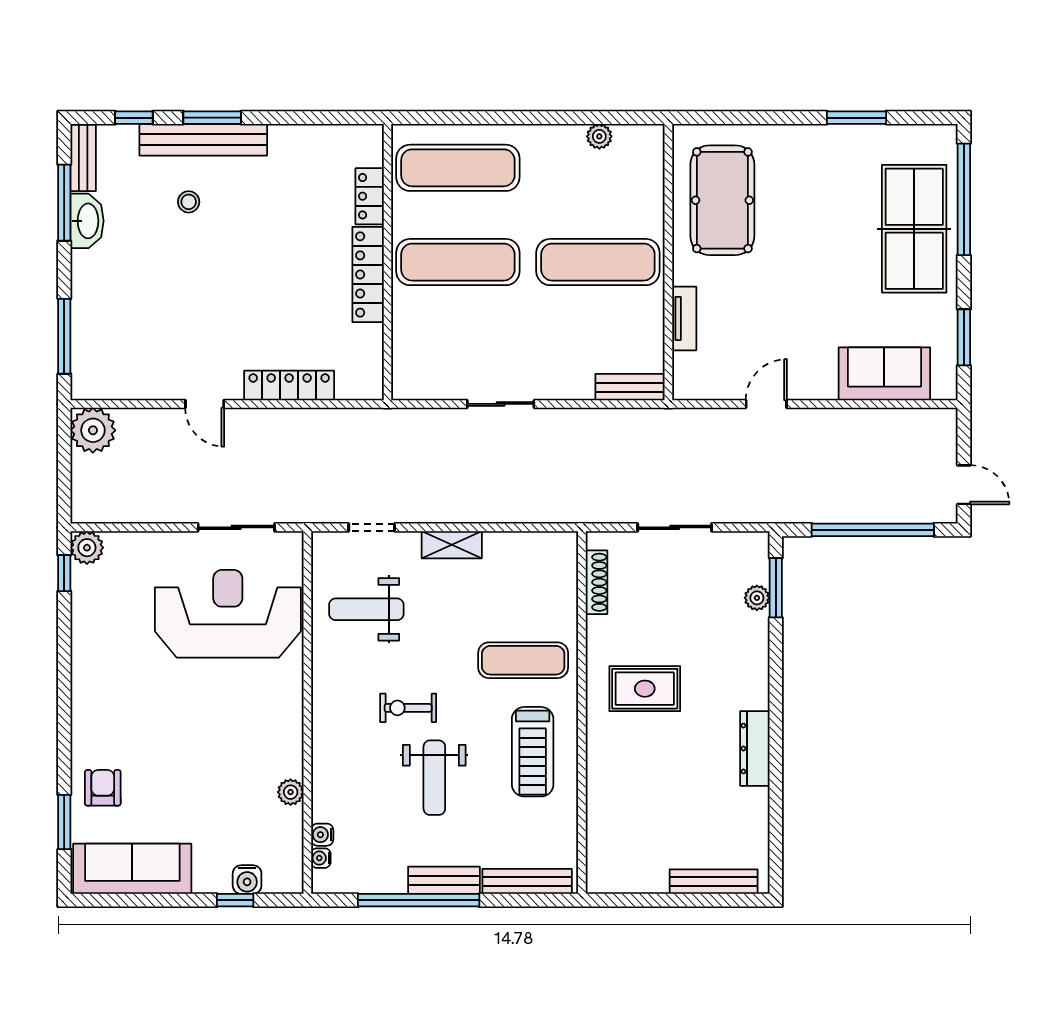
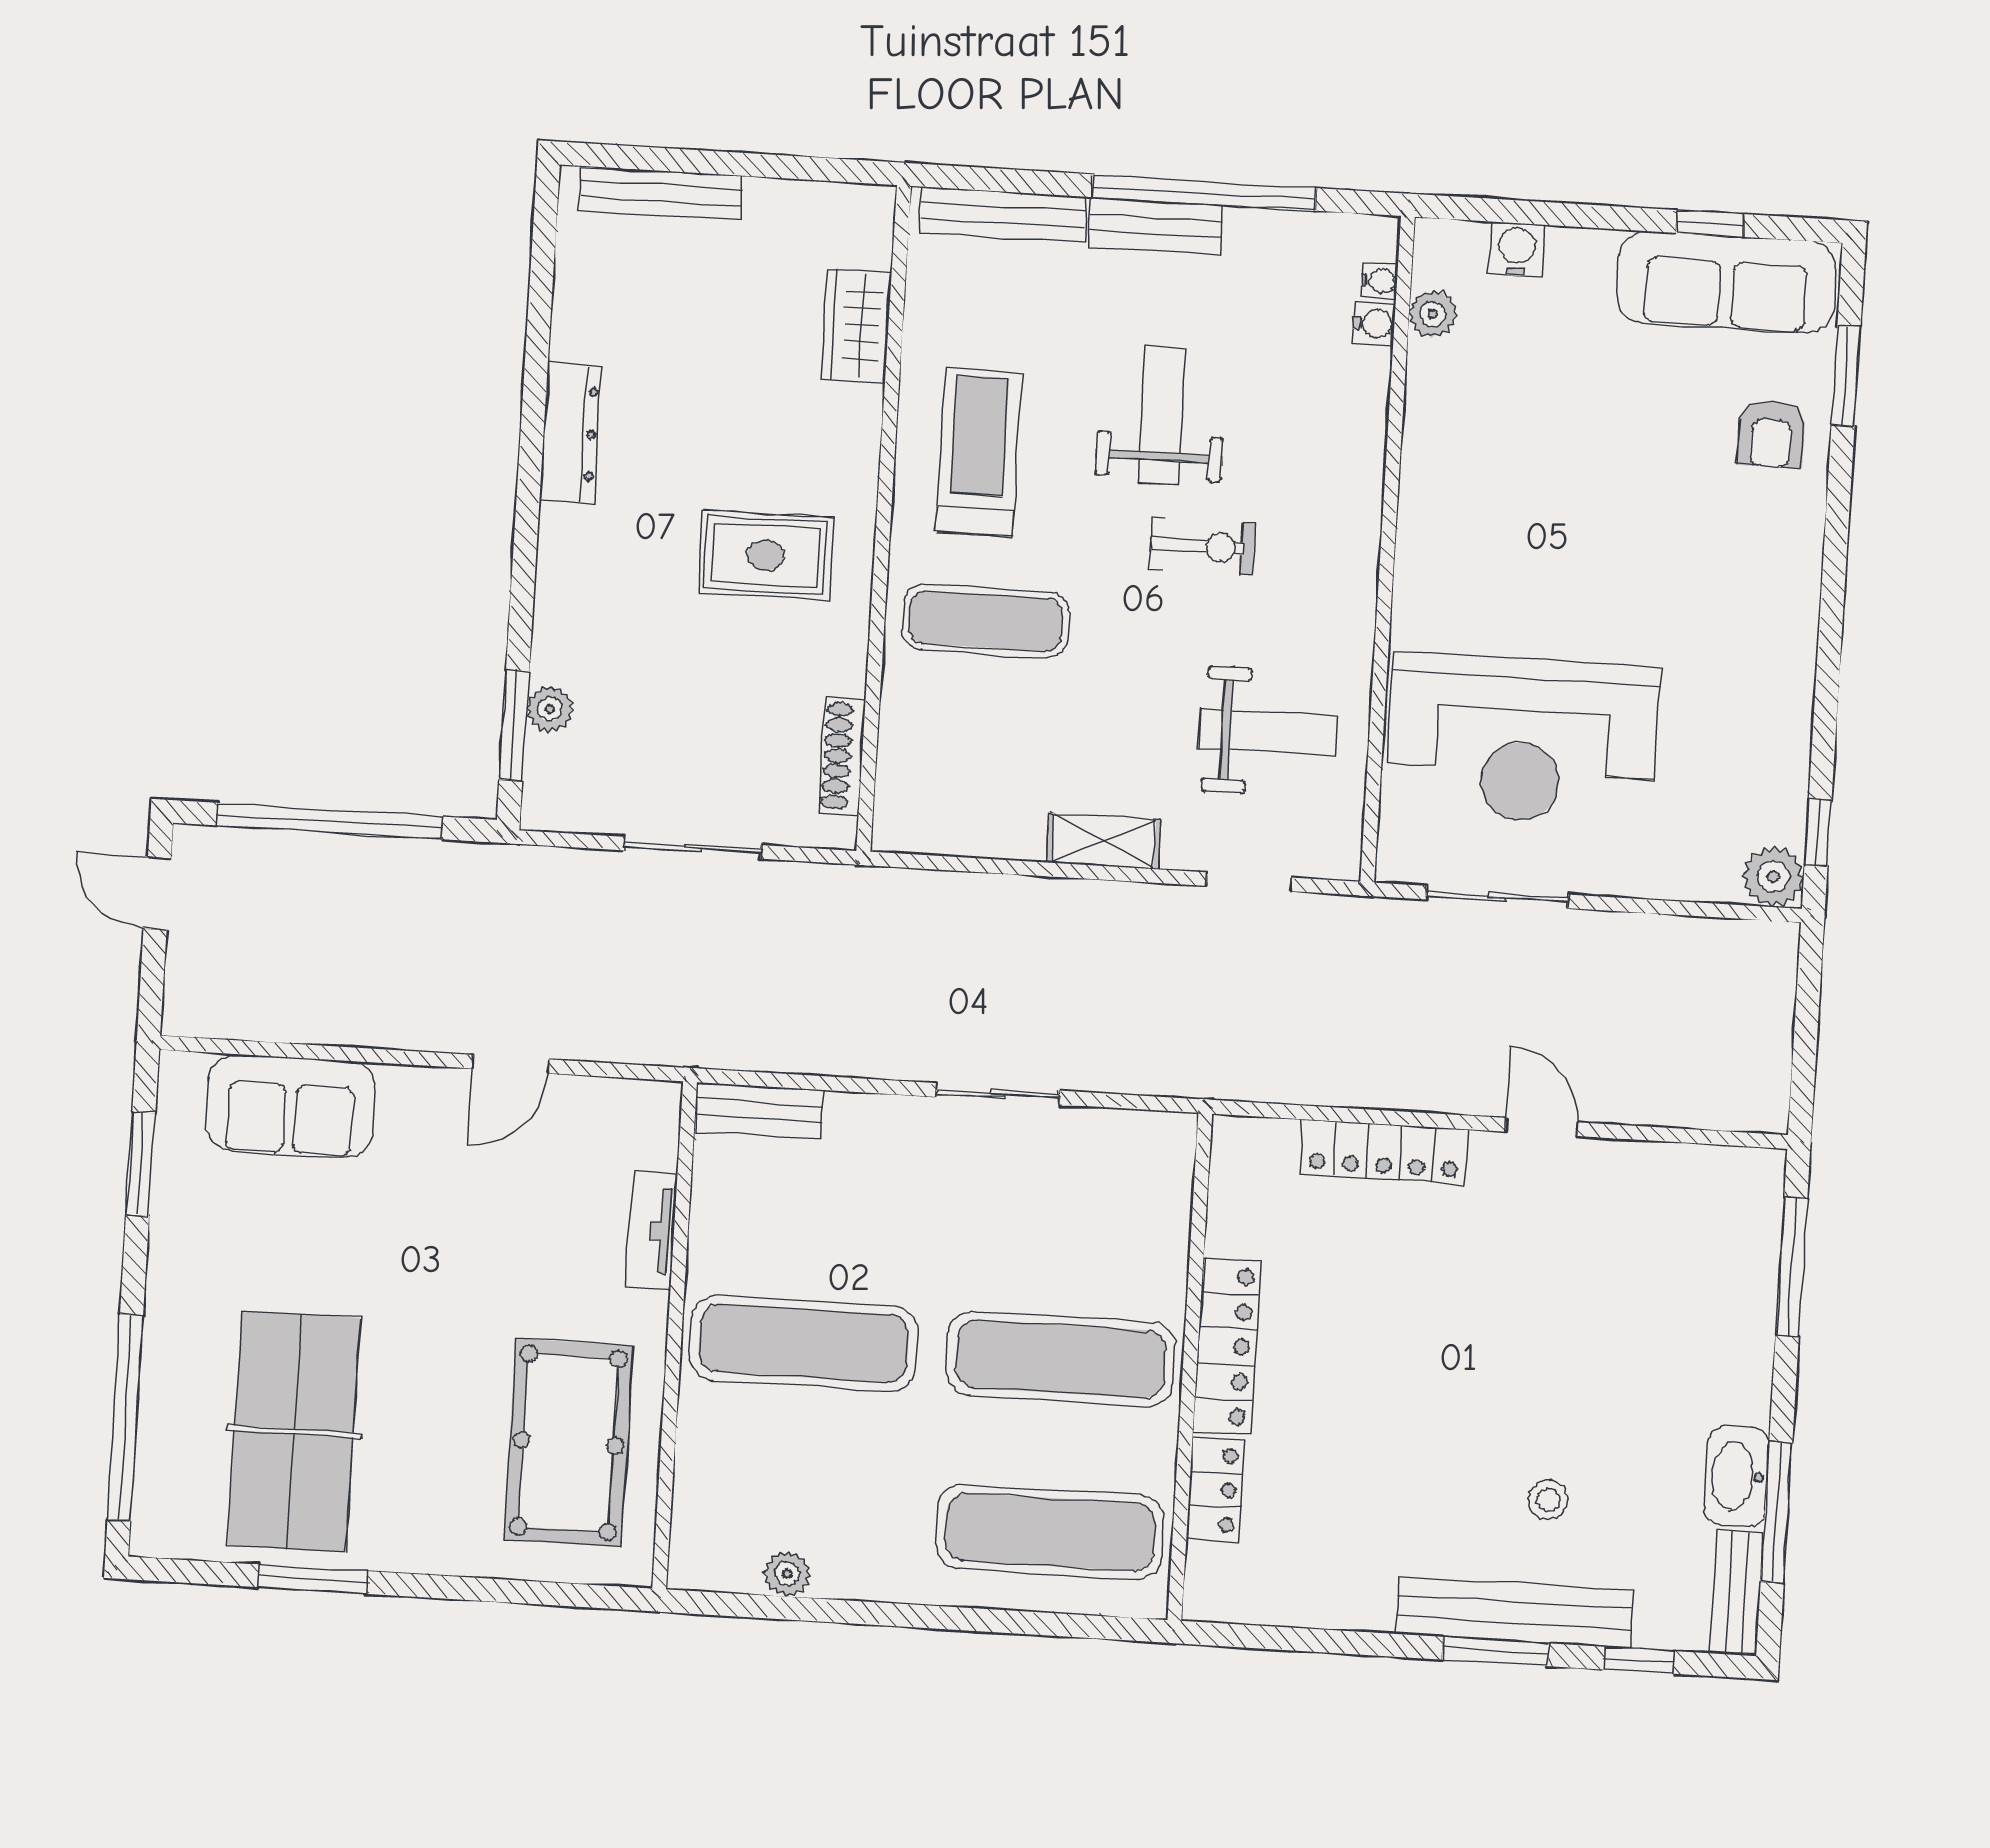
table tennis table: (914, 229) -> (294, 1432), moved
plant: (93, 430) -> (1749, 1091), removed
plant: (291, 792) -> (1433, 314), moved
wardrobe: (603, 816) -> (857, 325), added
window: (235, 900) -> (1710, 224), moved

